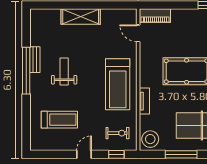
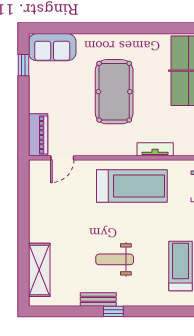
shelving: (81, 17) -> (39, 270), moved
window: (26, 71) -> (113, 311), width x0.32

